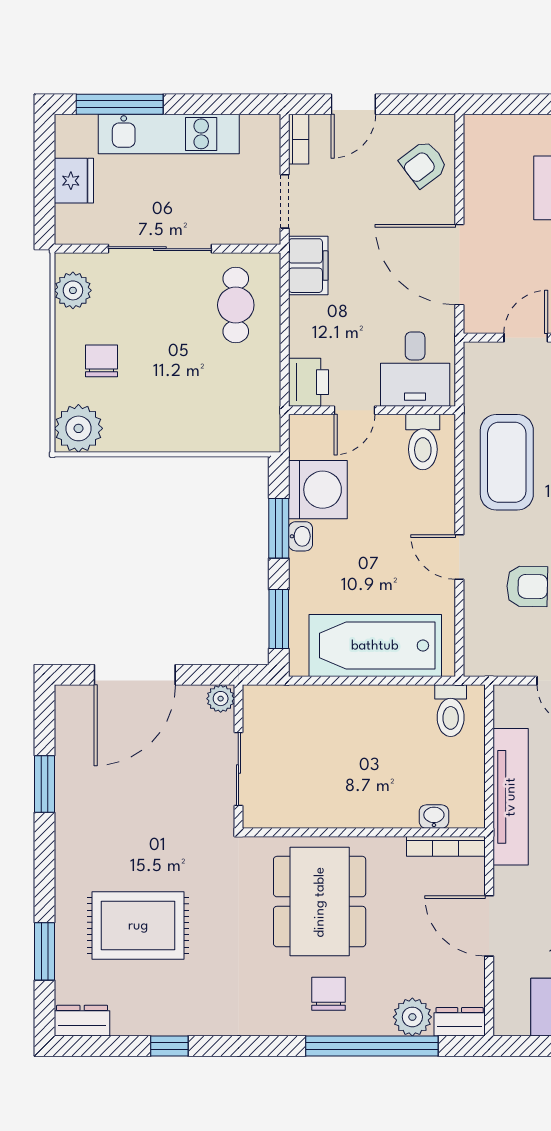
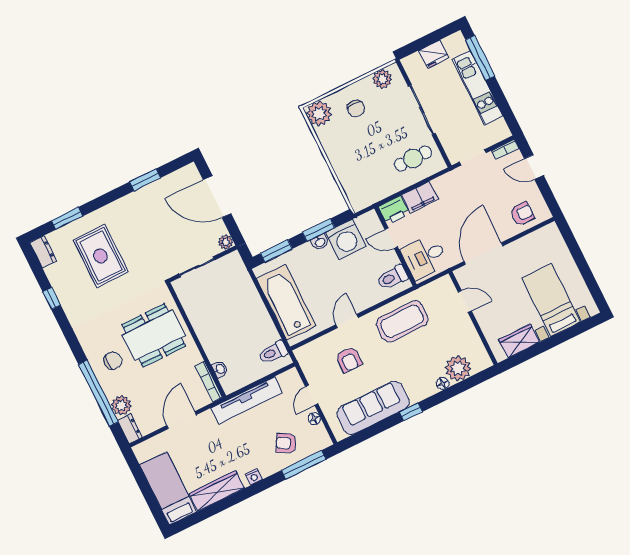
armchair: (424, 164) -> (522, 214), turned 127
filing cabinet: (308, 266) -> (420, 197), moved
chair: (101, 361) -> (356, 109), turned 90

